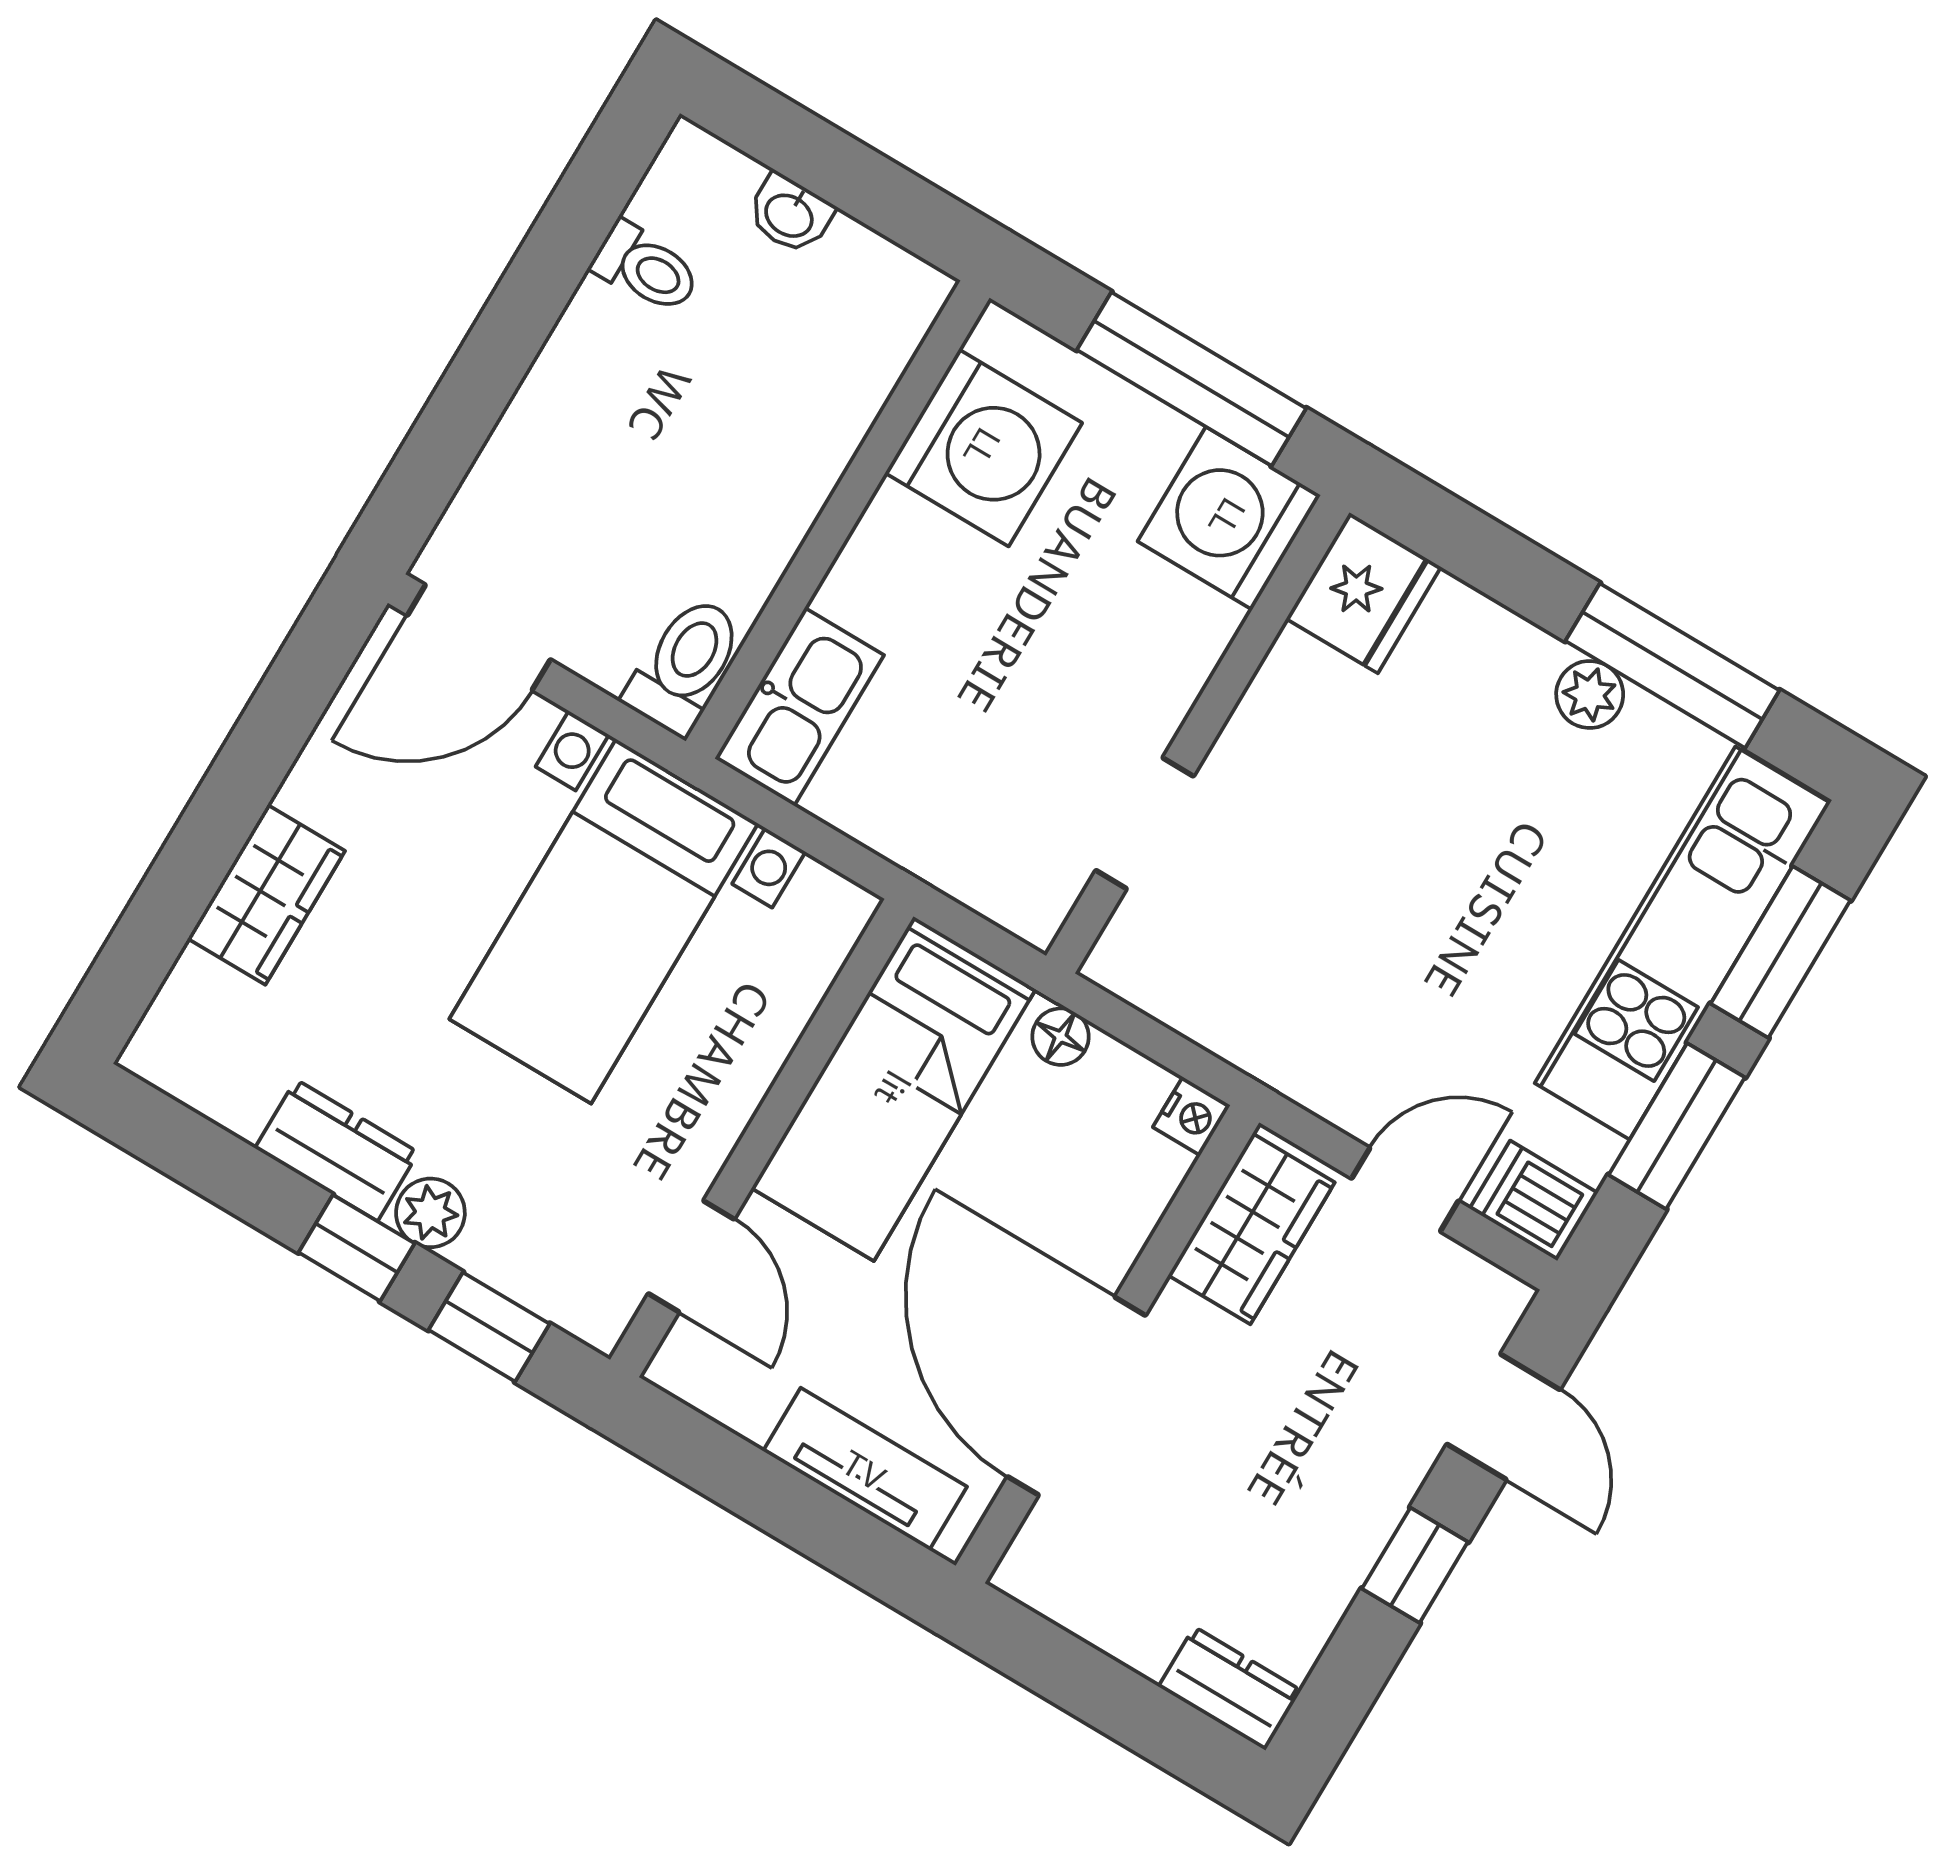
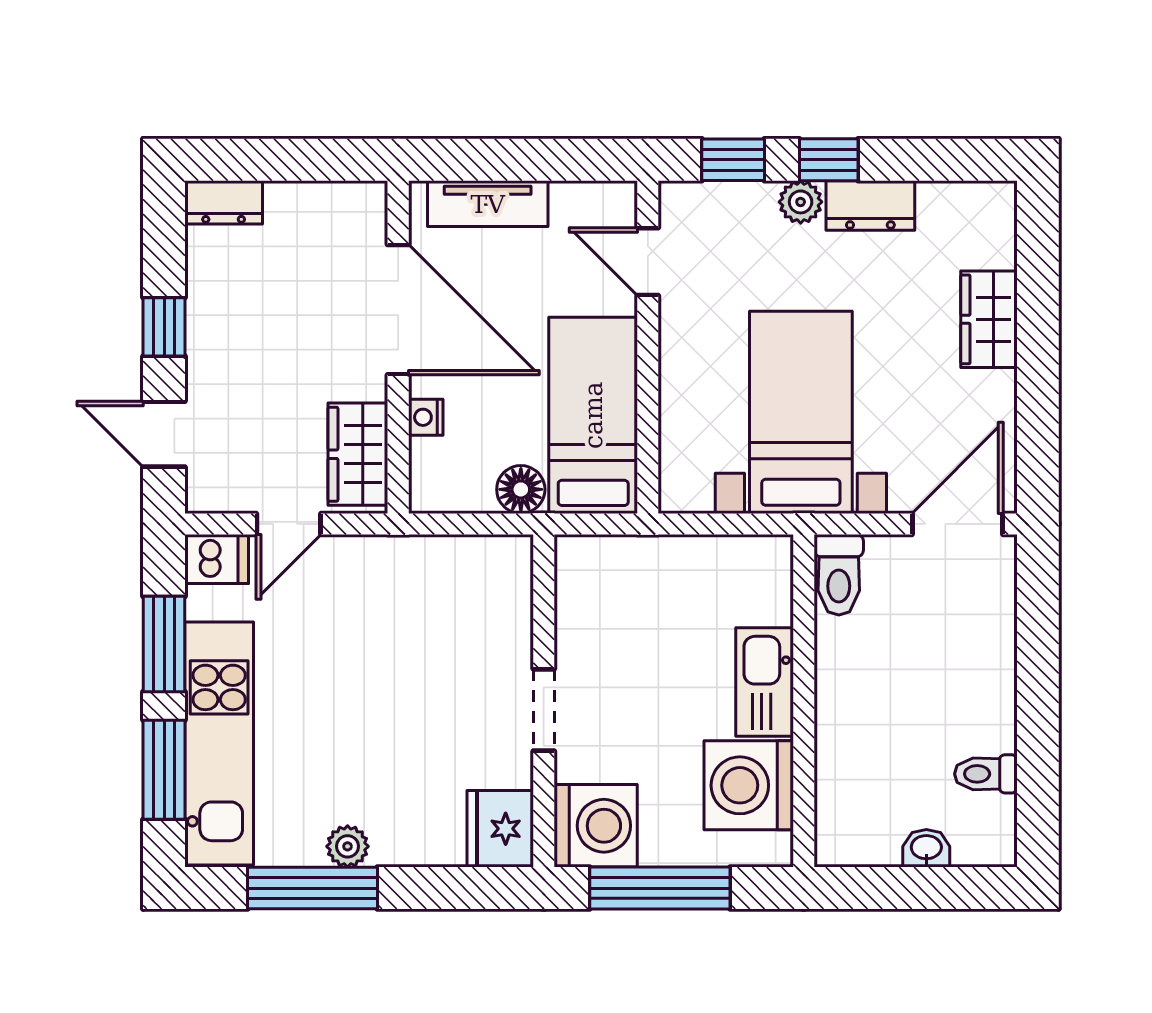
kitchen sink: (799, 707) -> (765, 682), moved
doorway: (1145, 823) -> (544, 710), moved
floor lamp: (1061, 1037) -> (521, 489), width x1.37, depth x1.37
nightstand: (1192, 1116) -> (426, 417), moved

